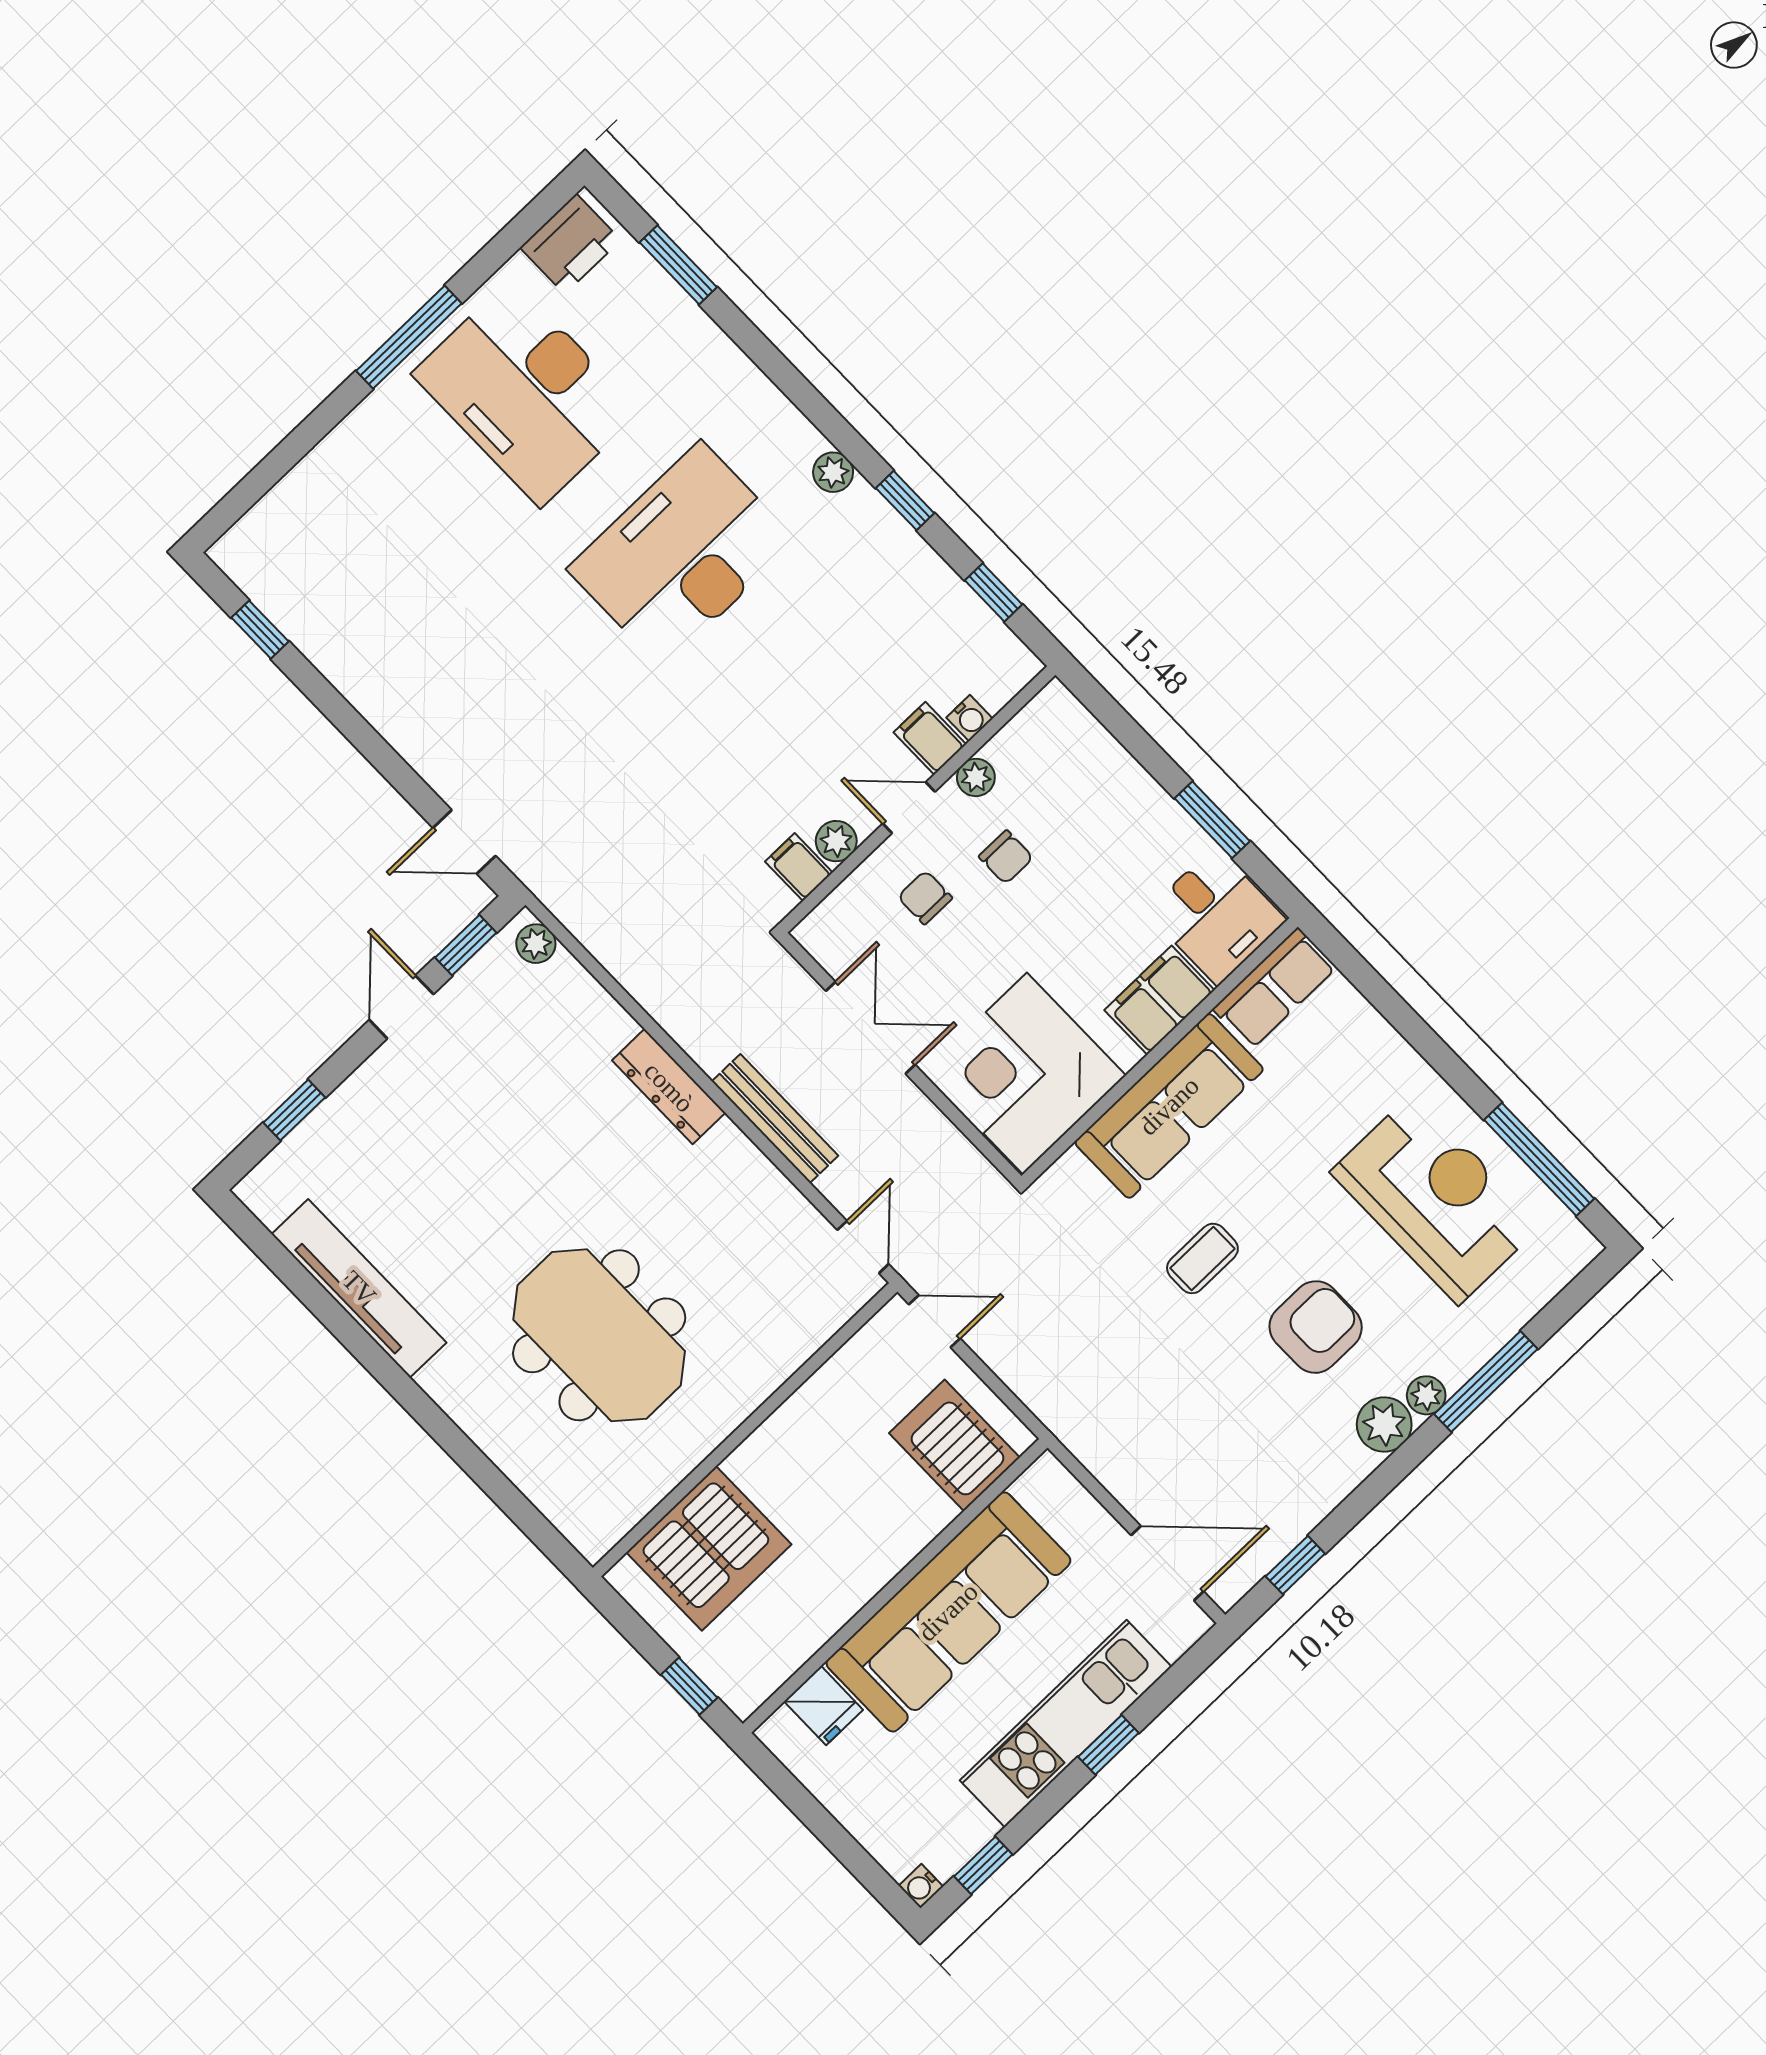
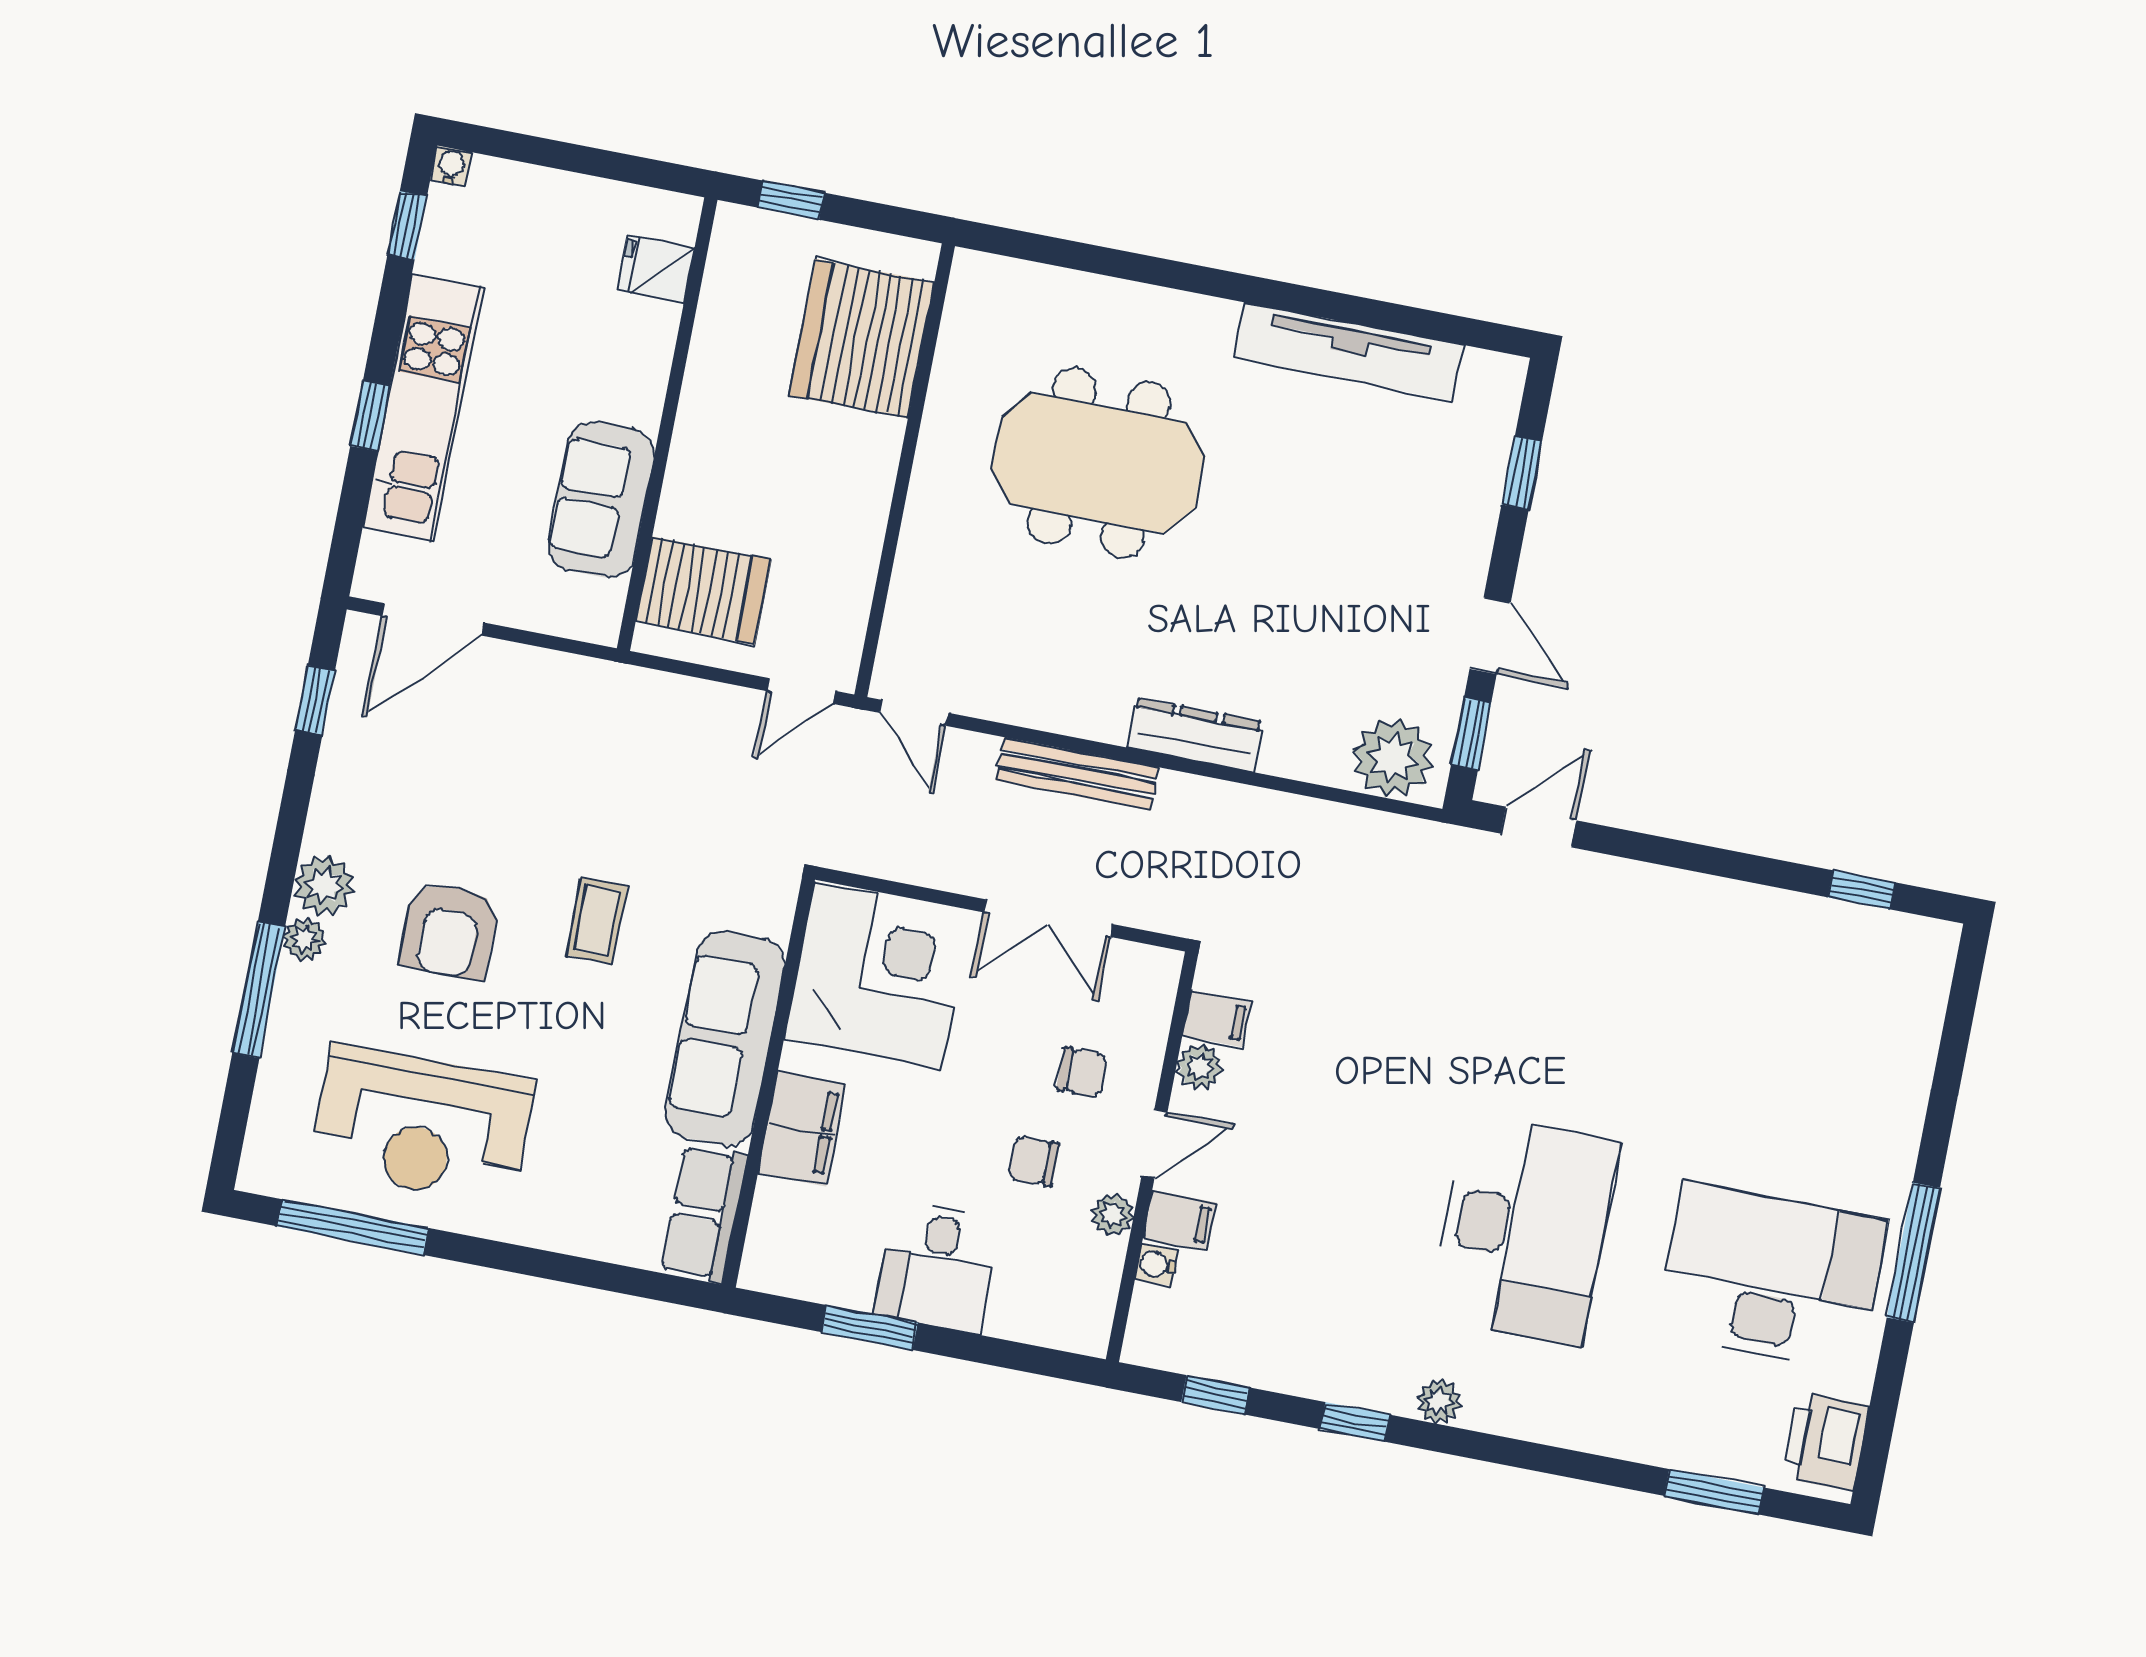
desk: (1216, 916) -> (937, 1267), moved, turned -90
plant: (536, 944) -> (1393, 758), width x1.88, depth x1.88
sofa: (948, 1612) -> (601, 500), width x0.54, depth x0.79

